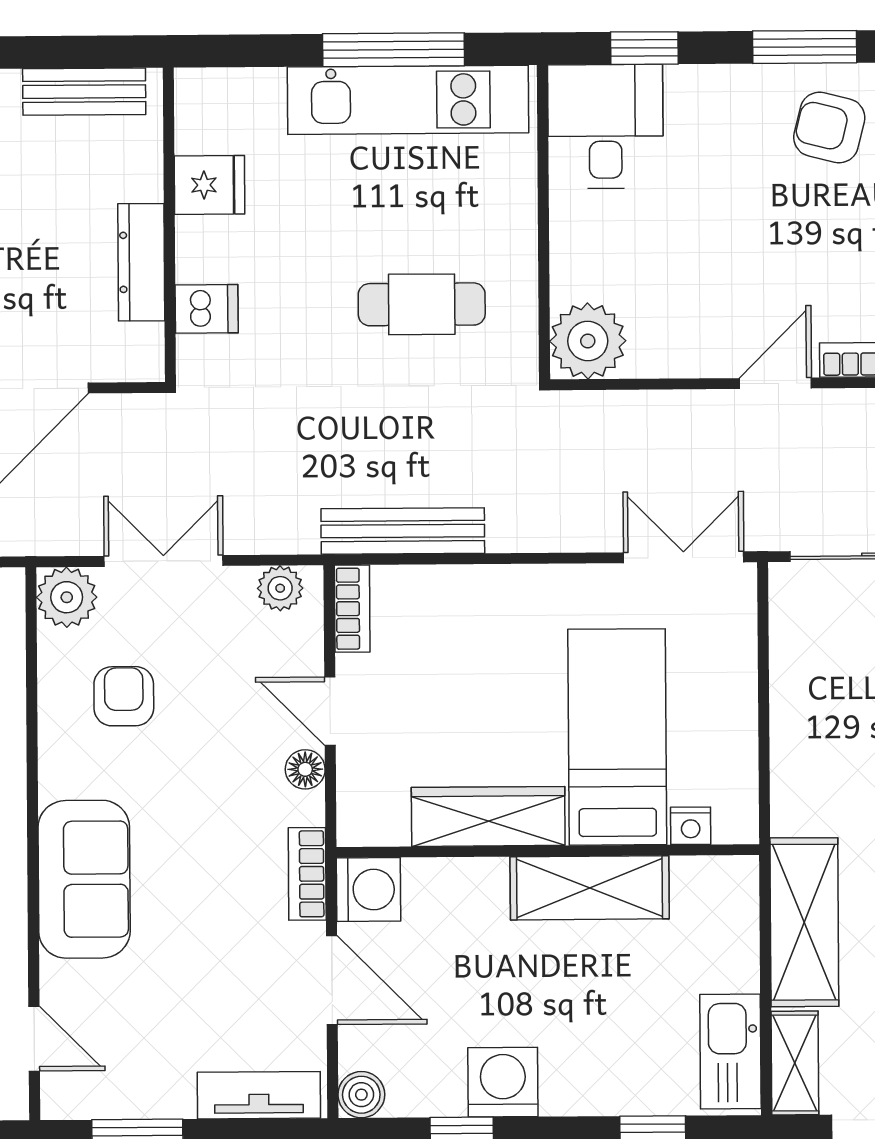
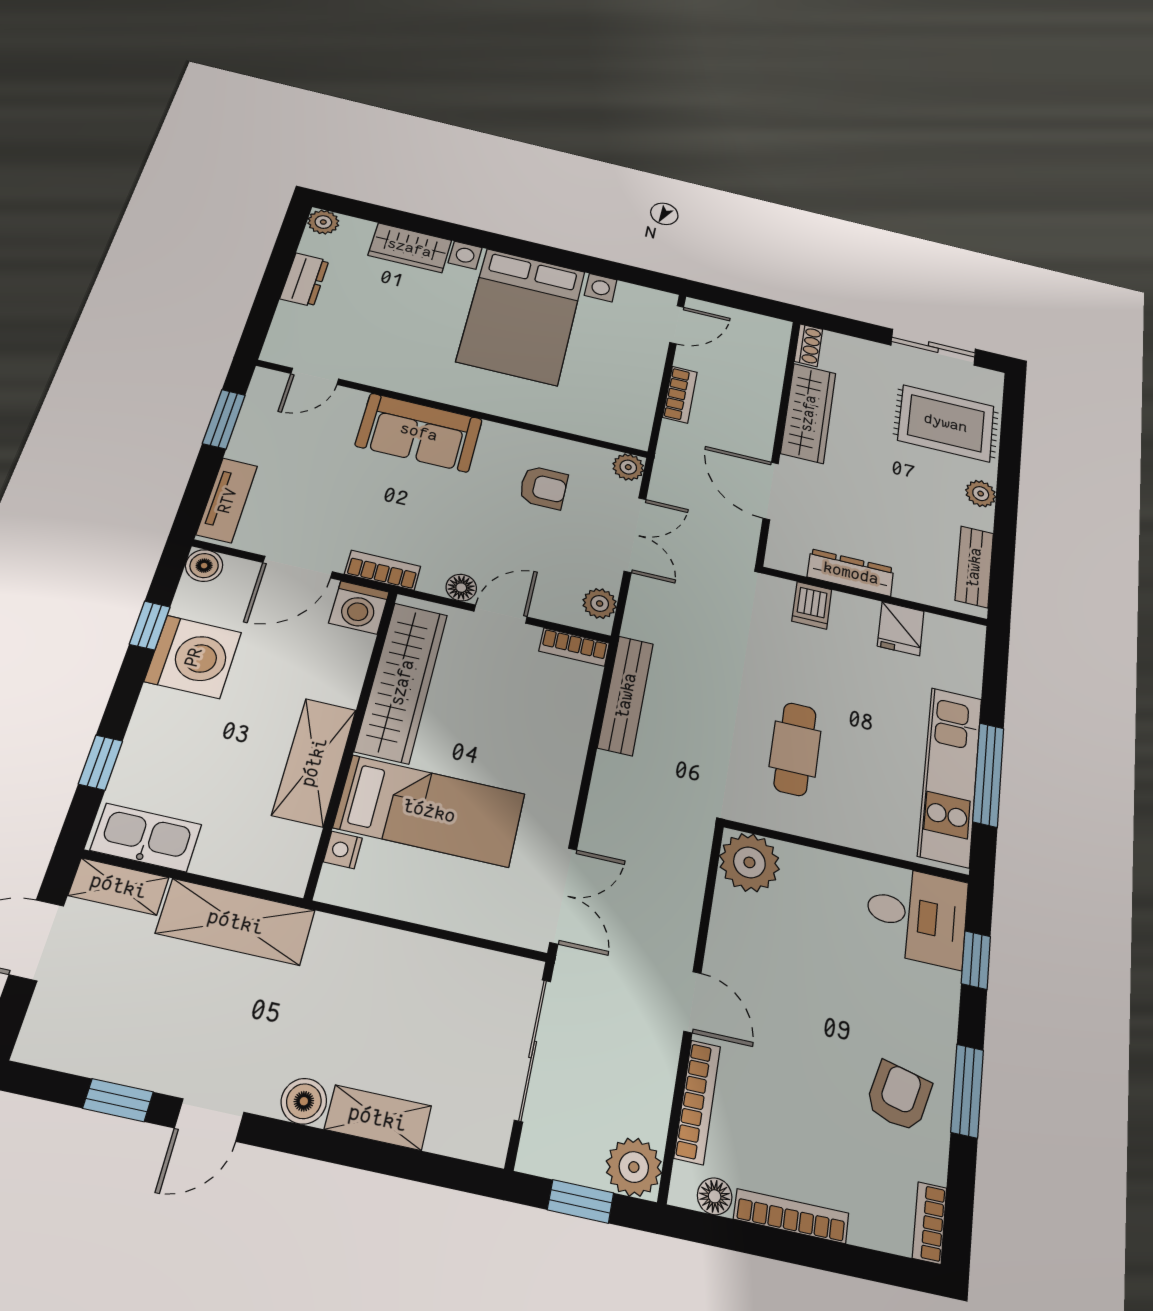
plant: (67, 597) -> (628, 467), width x0.73, depth x0.73
wardrobe: (488, 816) -> (402, 682), width x1.40, depth x1.17
washing machine: (503, 1082) -> (193, 657), width x1.37, depth x1.37

